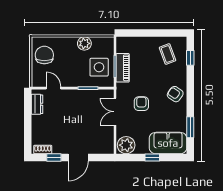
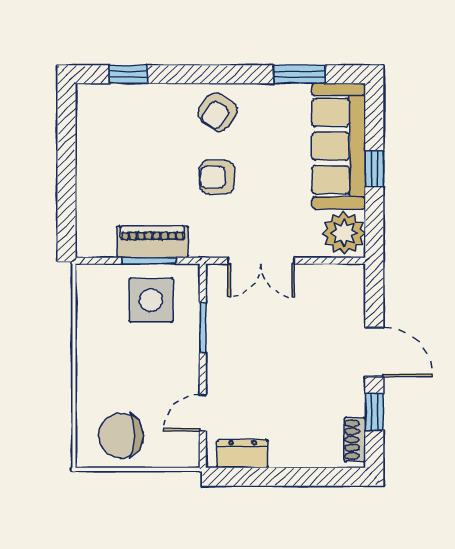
plant: (84, 43) -> (92, 337), removed
coffee table: (168, 54) -> (118, 131), removed
armchair: (141, 104) -> (217, 177), moved
sofa: (168, 143) -> (339, 146), width x1.36

